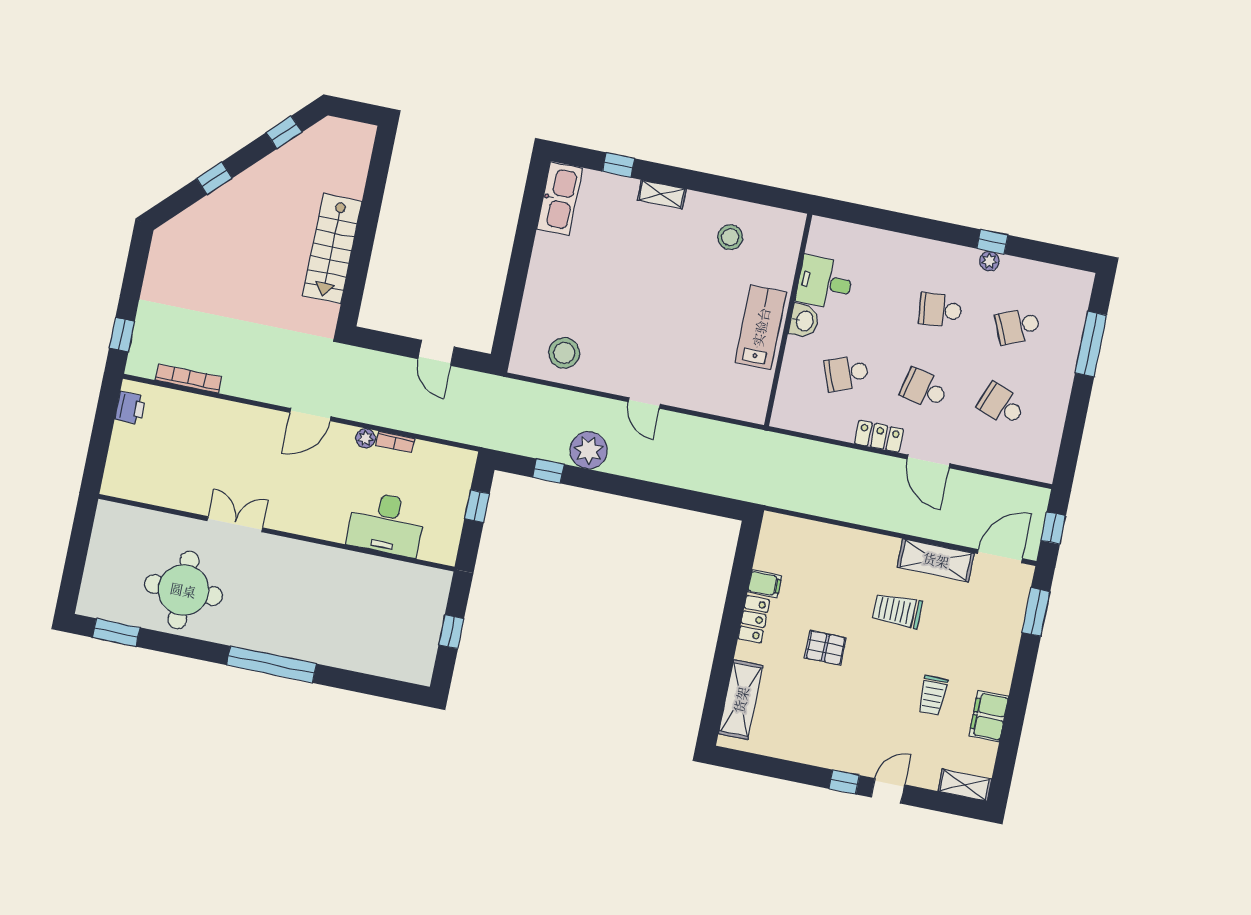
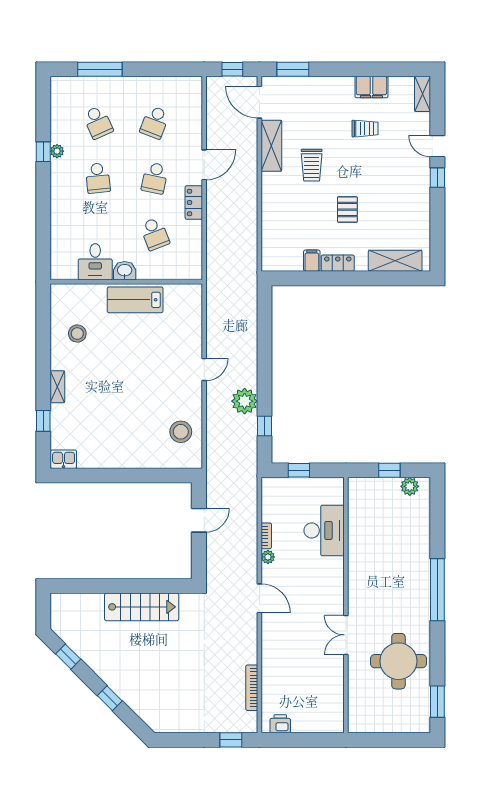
kitchen sink: (560, 199) -> (64, 459), width x0.53, depth x0.81
plant: (423, 655) -> (410, 486), added

